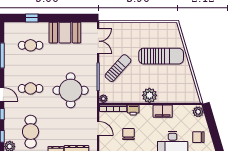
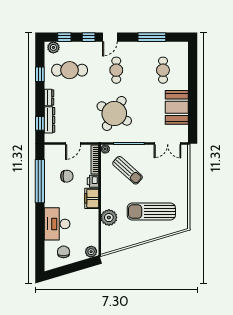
window: (32, 18) -> (193, 71), removed
sun lounger: (161, 56) -> (151, 212), turned 90
sun lounger: (118, 68) -> (128, 170), moved
round table: (71, 90) -> (114, 113), turned 30
plant: (149, 95) -> (109, 218), moved
filing cabinet: (163, 111) -> (92, 198), moved

